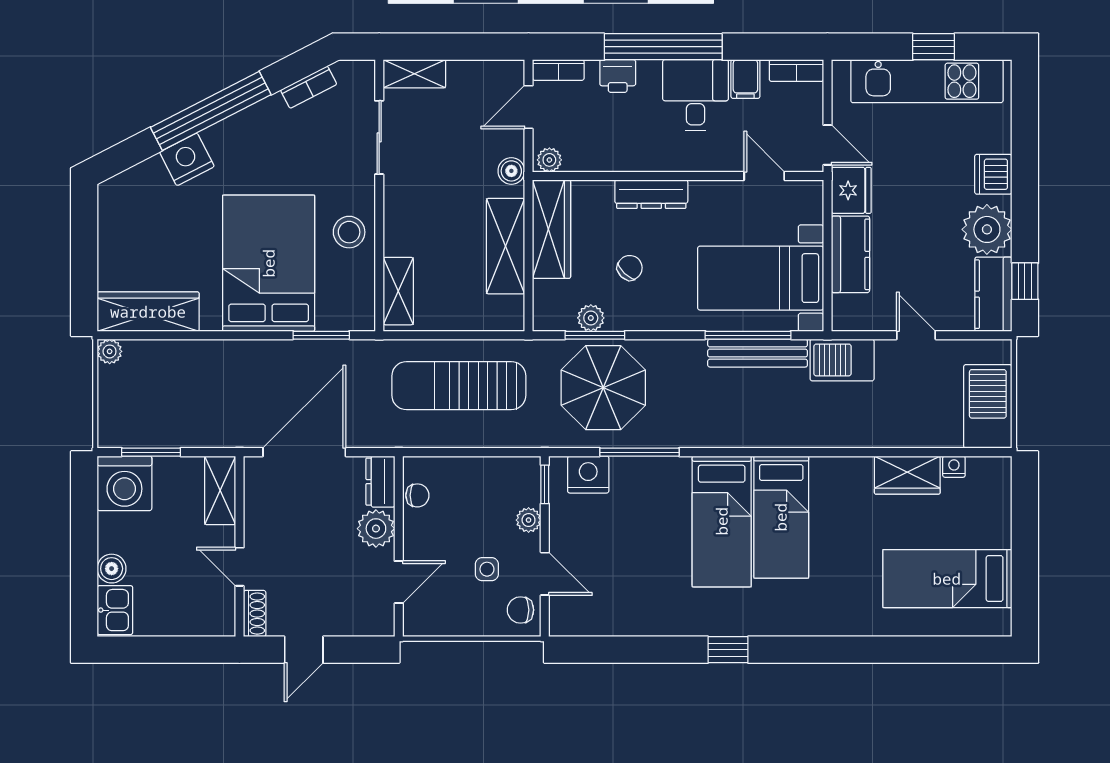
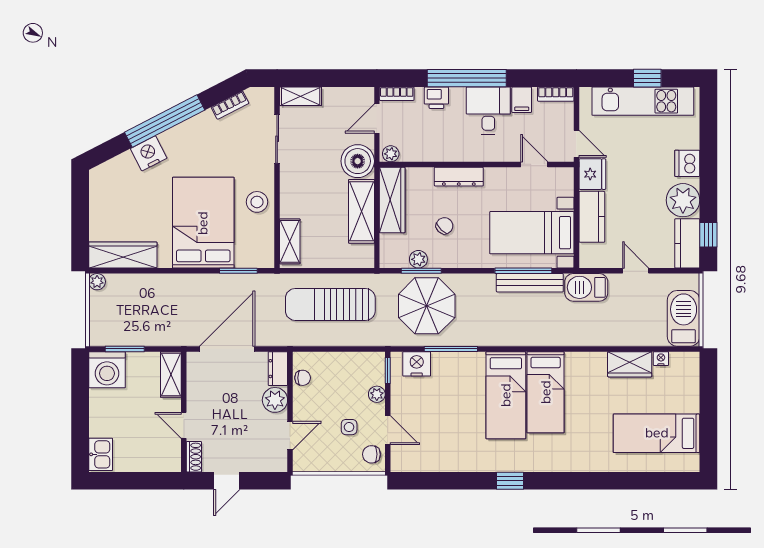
boiler: (511, 171) -> (358, 161), width x1.86, depth x1.86
boiler: (112, 569) -> (98, 427), removed

